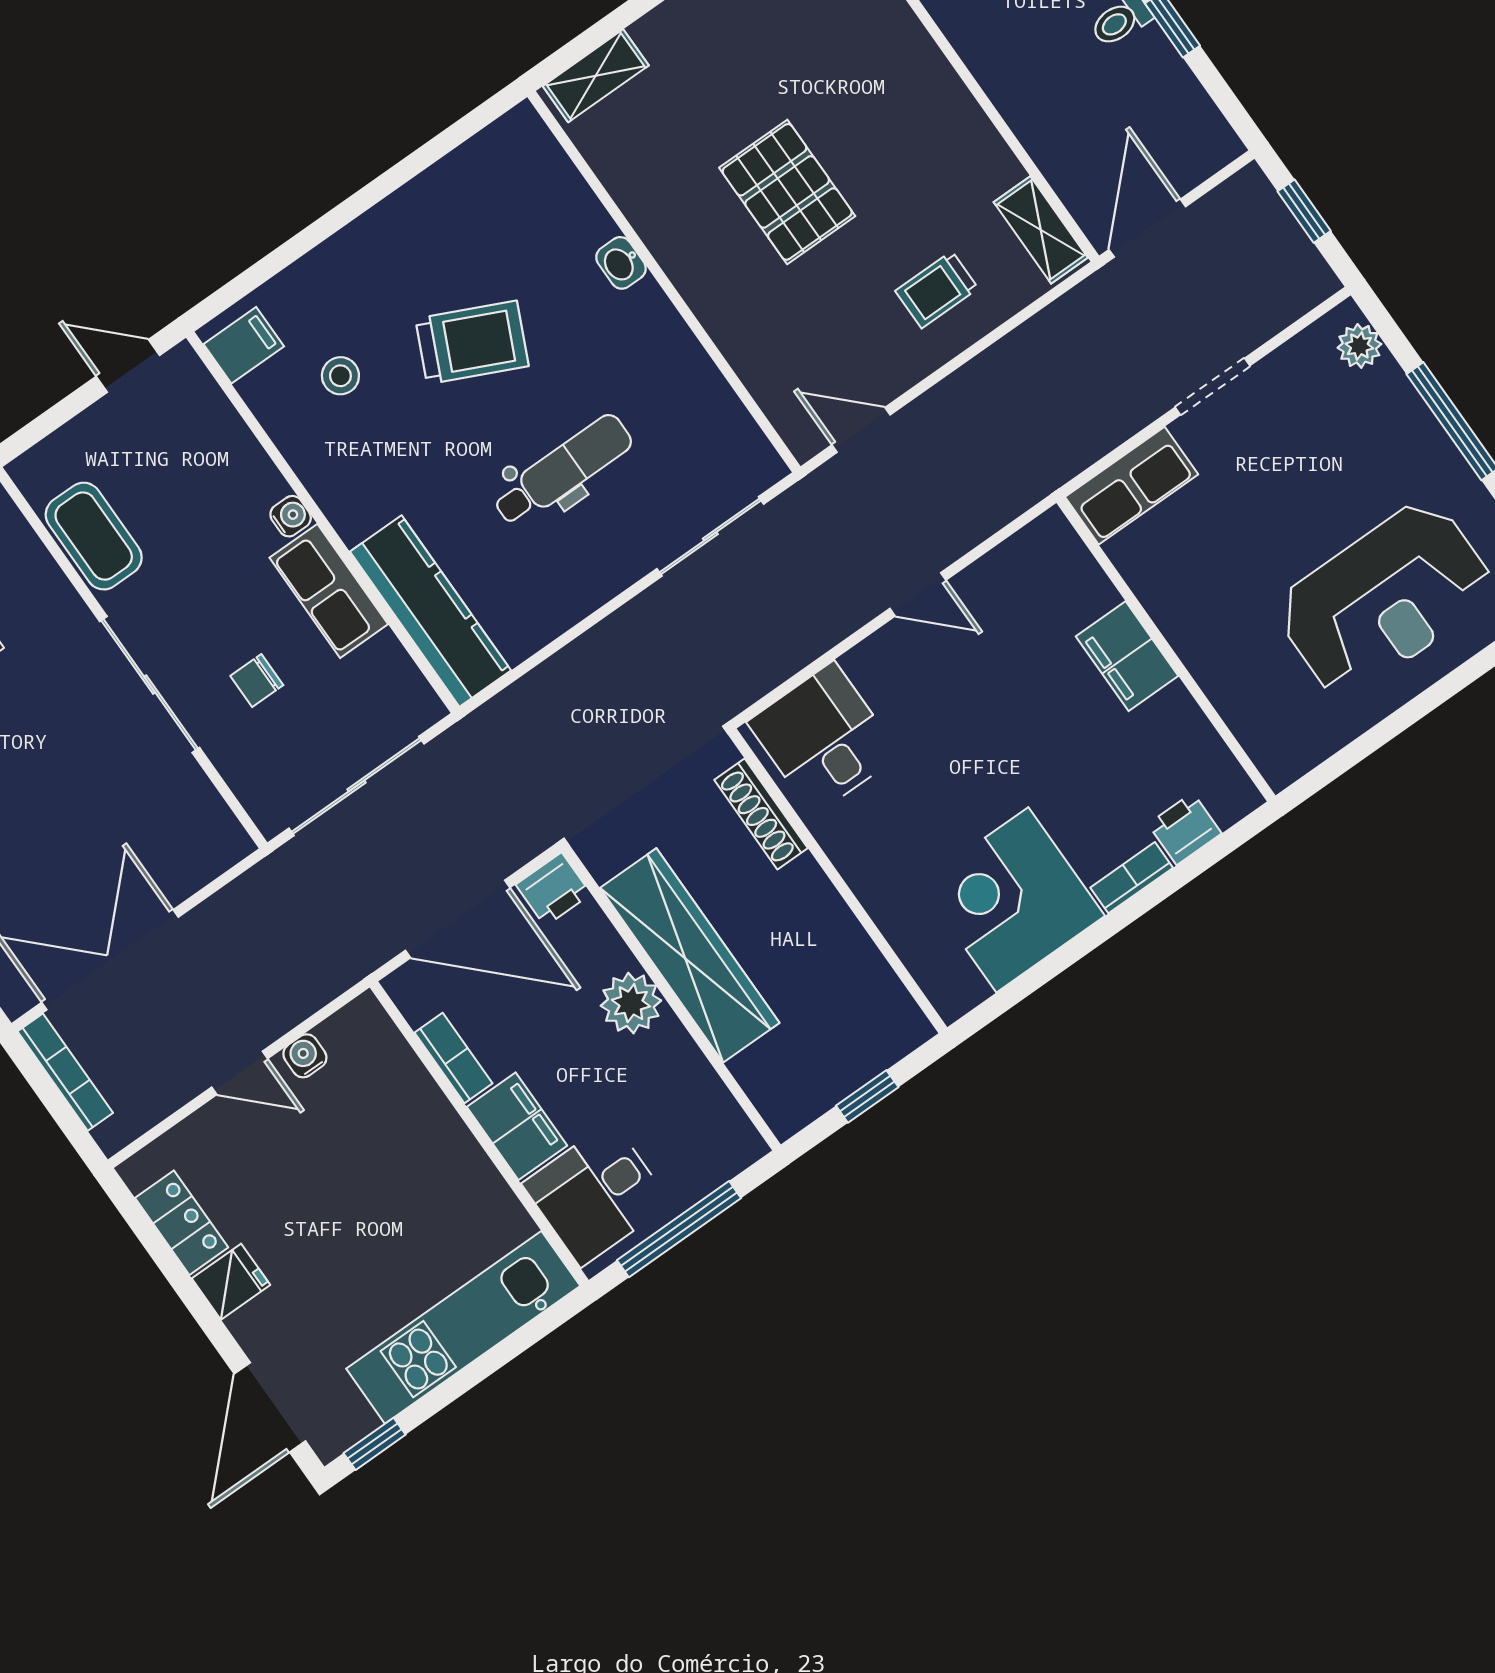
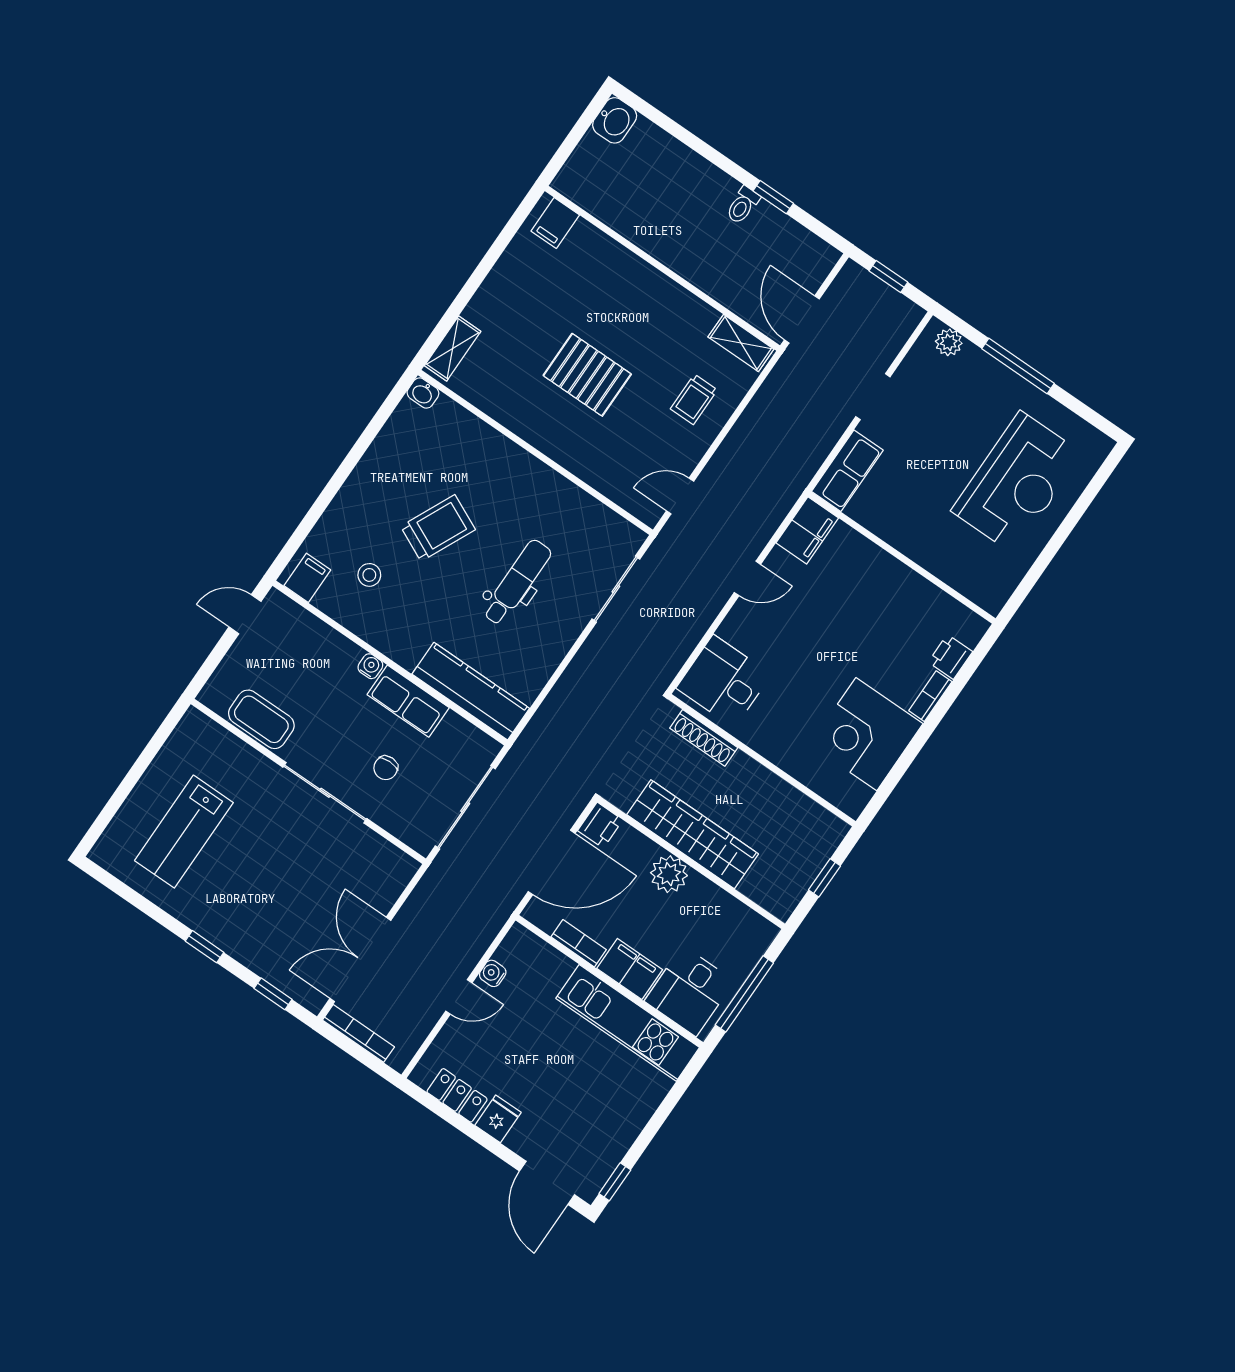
washbasin: (621, 263) -> (423, 393), moved
filing cabinet: (1127, 656) -> (807, 530), moved, turned -90
kitchen unit: (463, 1327) -> (628, 1023), moved, turned -90

